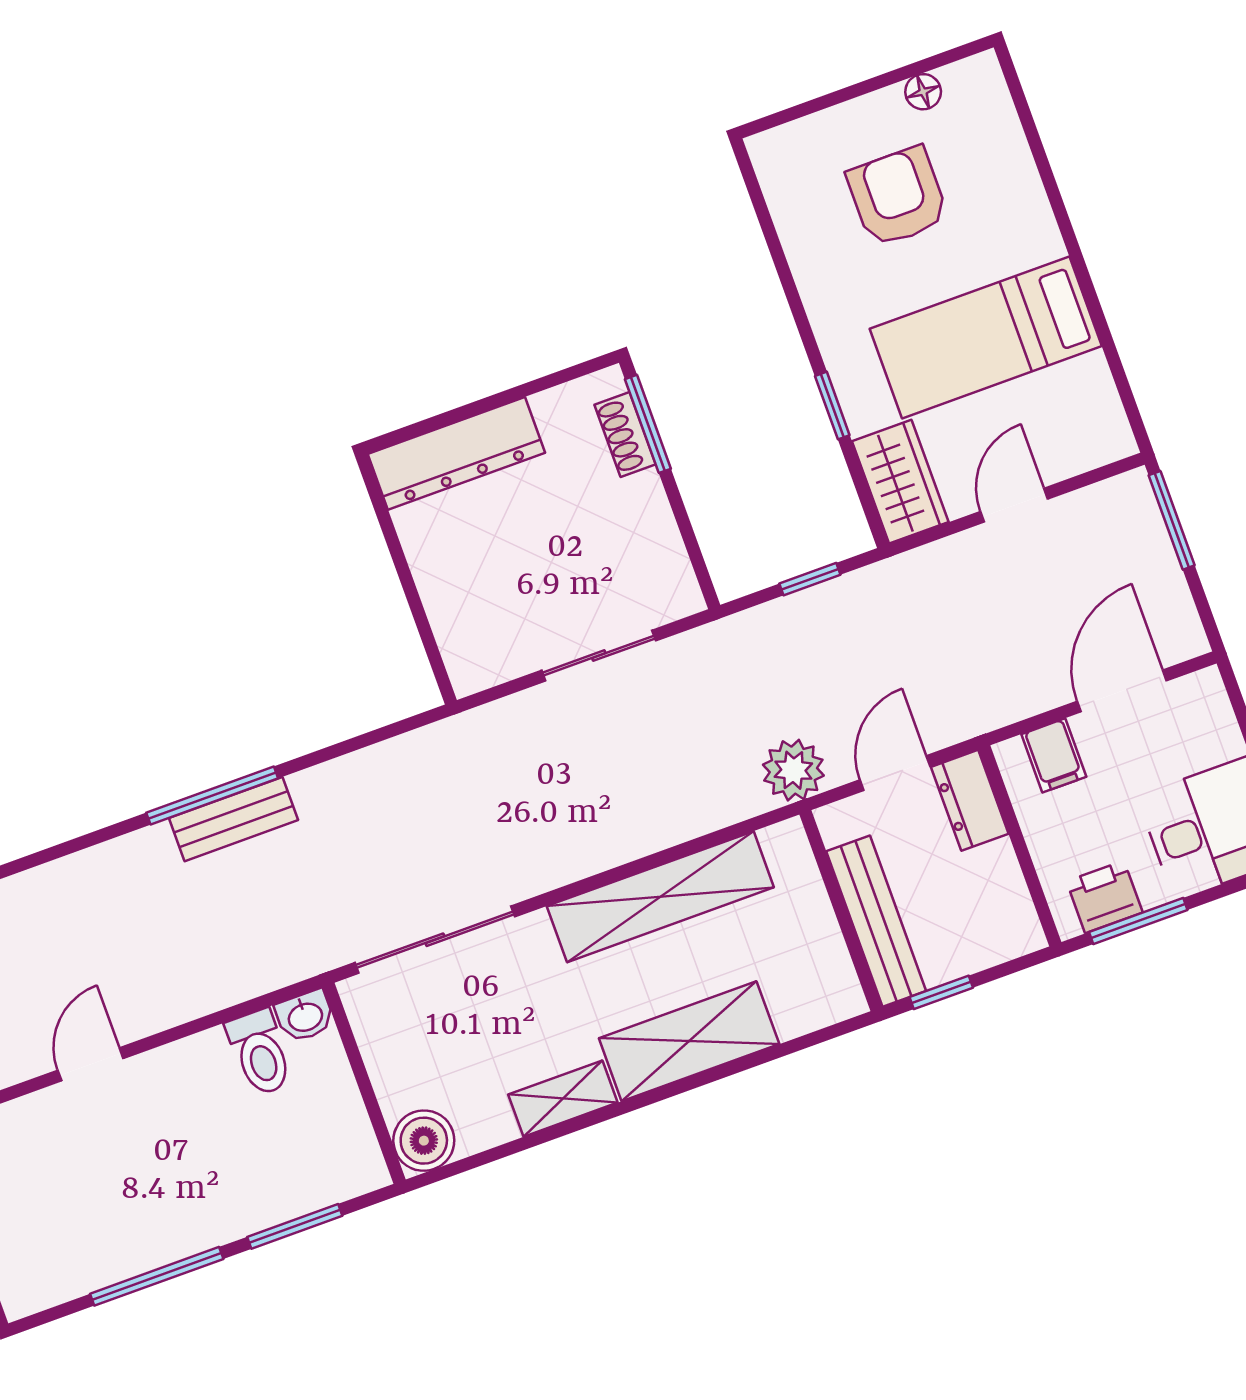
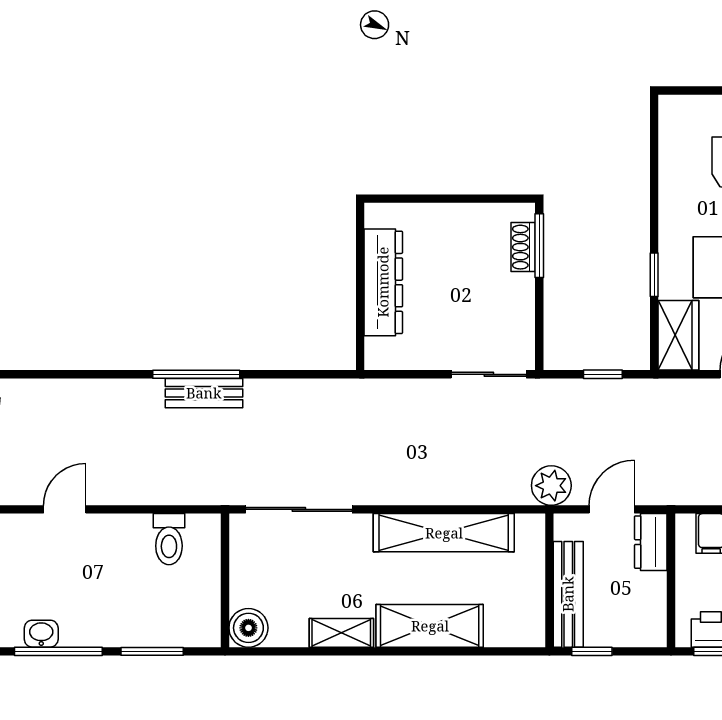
dresser: (456, 453) -> (383, 282), moved, turned -90
sliding door: (599, 656) -> (489, 374), moved
washbasin: (305, 1016) -> (41, 634), moved, turned 180

